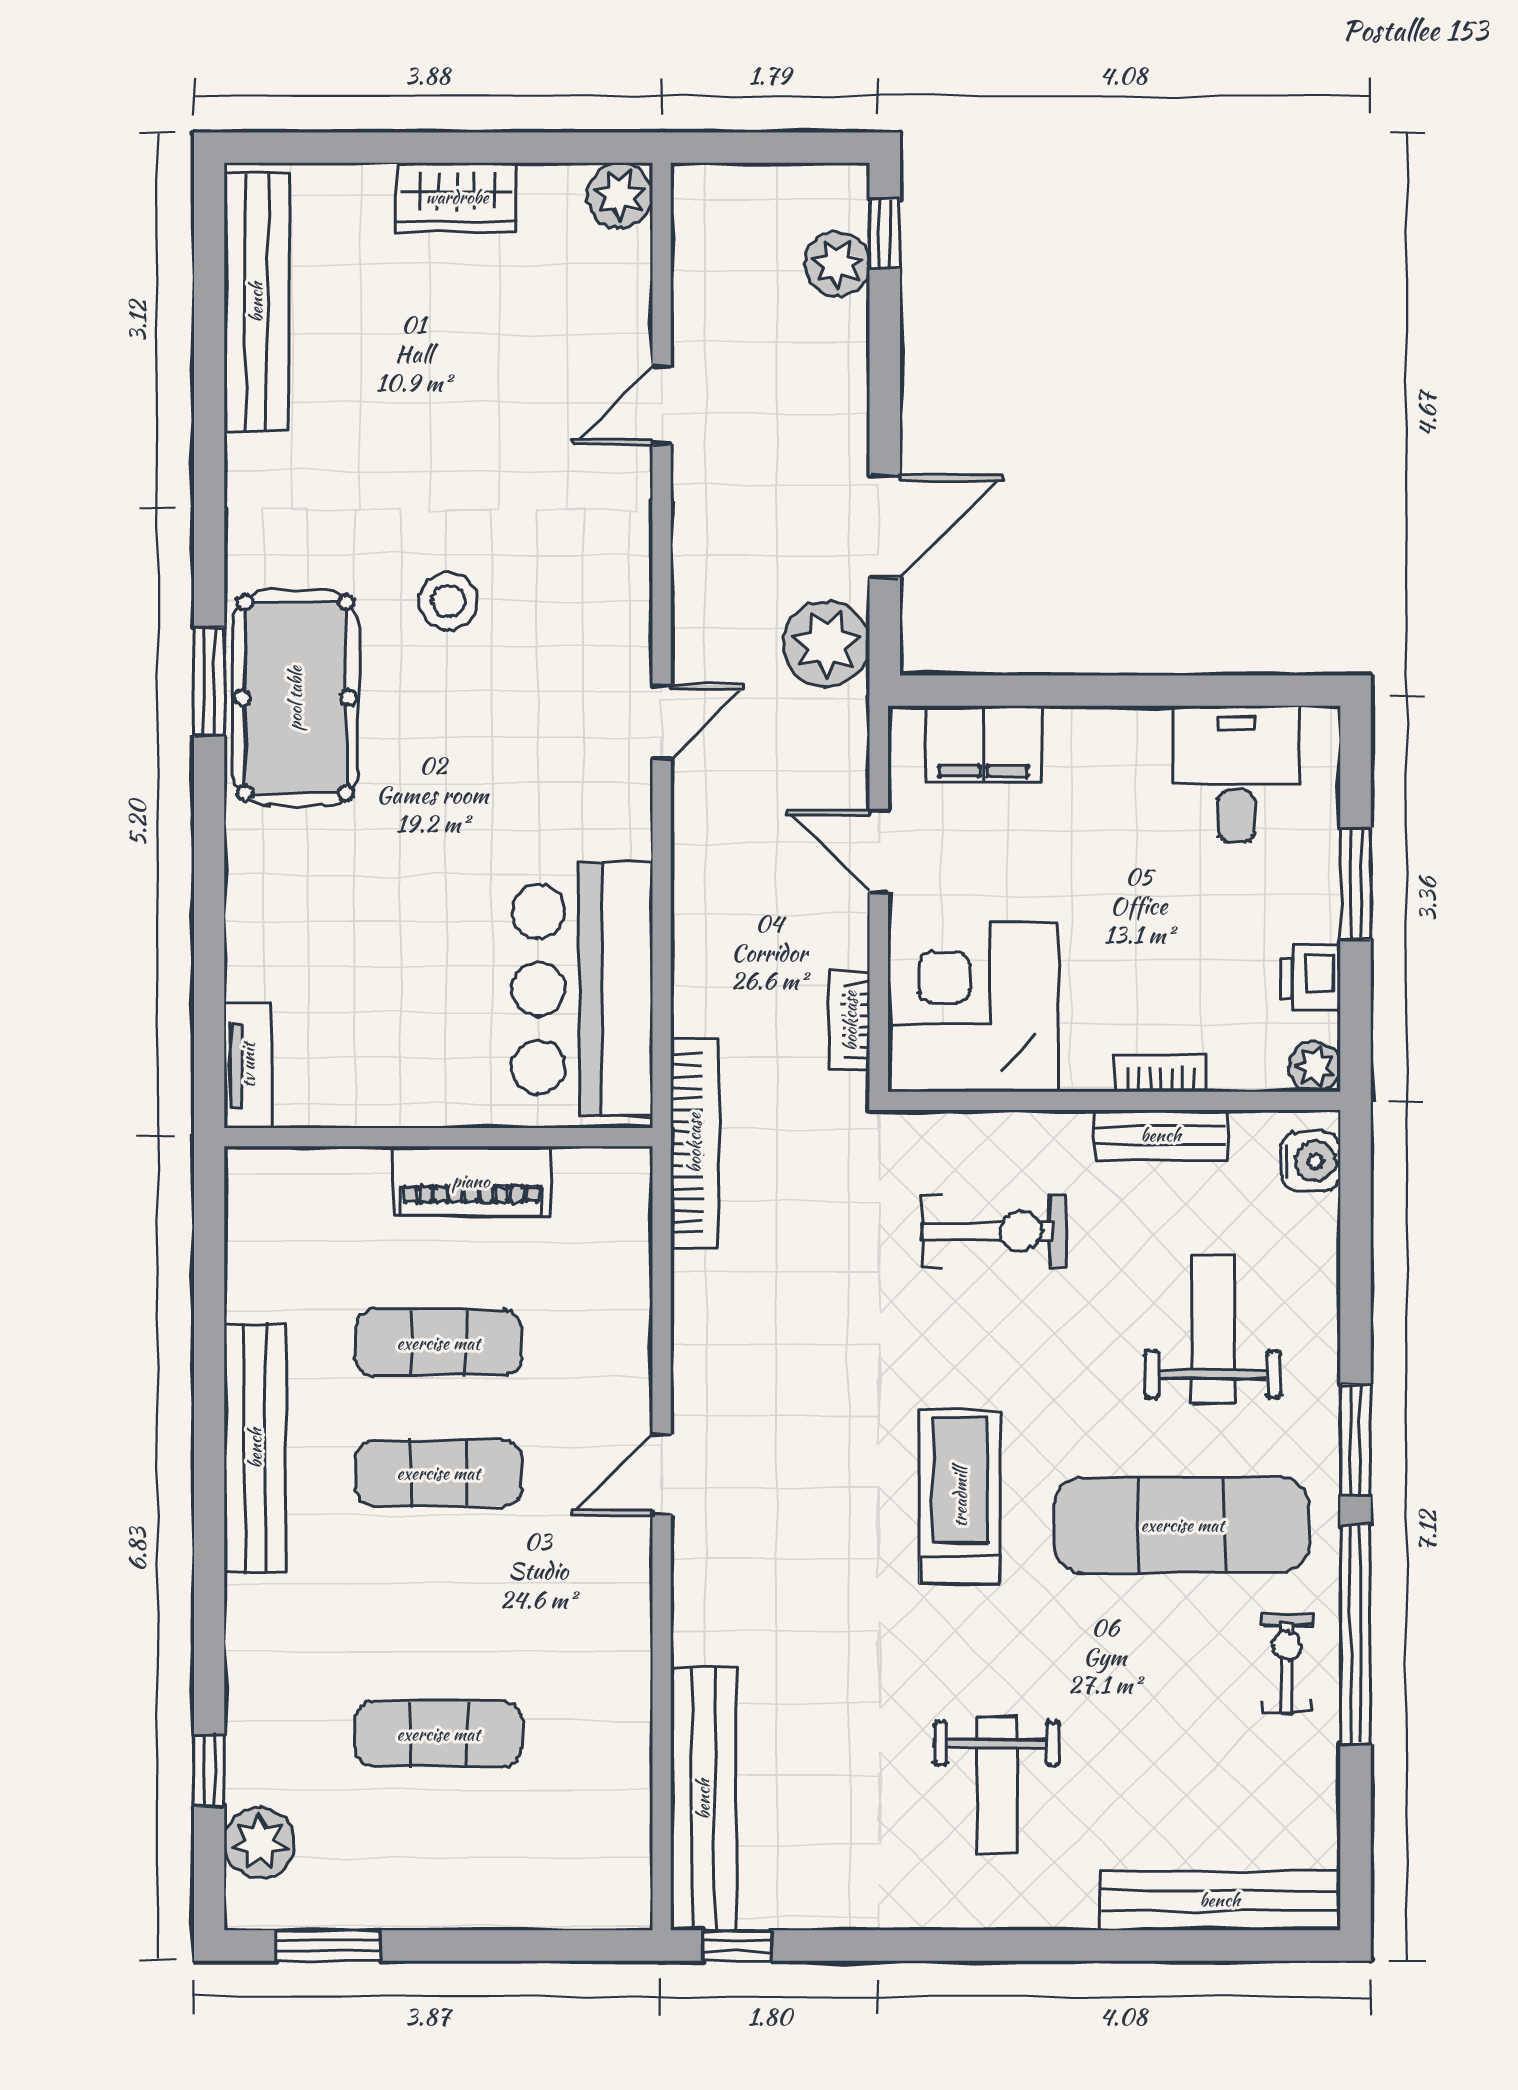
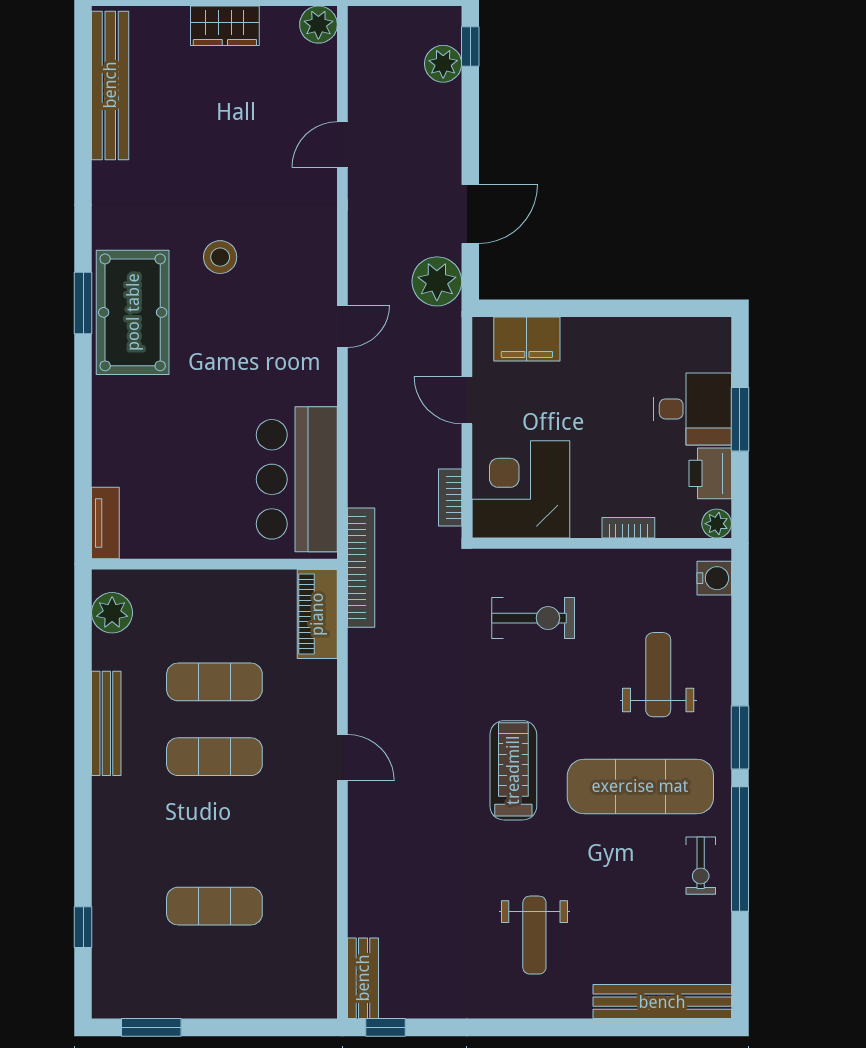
desk: (1236, 774) -> (692, 409), moved, turned 90
printer: (1311, 979) -> (710, 473), width x1.36, depth x1.24
bench: (1161, 1135) -> (628, 563), removed
piano: (471, 1181) -> (317, 614), moved, turned 90
bench: (255, 1448) -> (106, 723), width x0.73, depth x0.82
door: (662, 1475) -> (342, 758), swing flipped
exercise bike: (1287, 1663) -> (701, 866), turned 180
bench: (703, 1799) -> (363, 978), width x0.54, depth x0.82
plant: (260, 1843) -> (112, 613), moved

